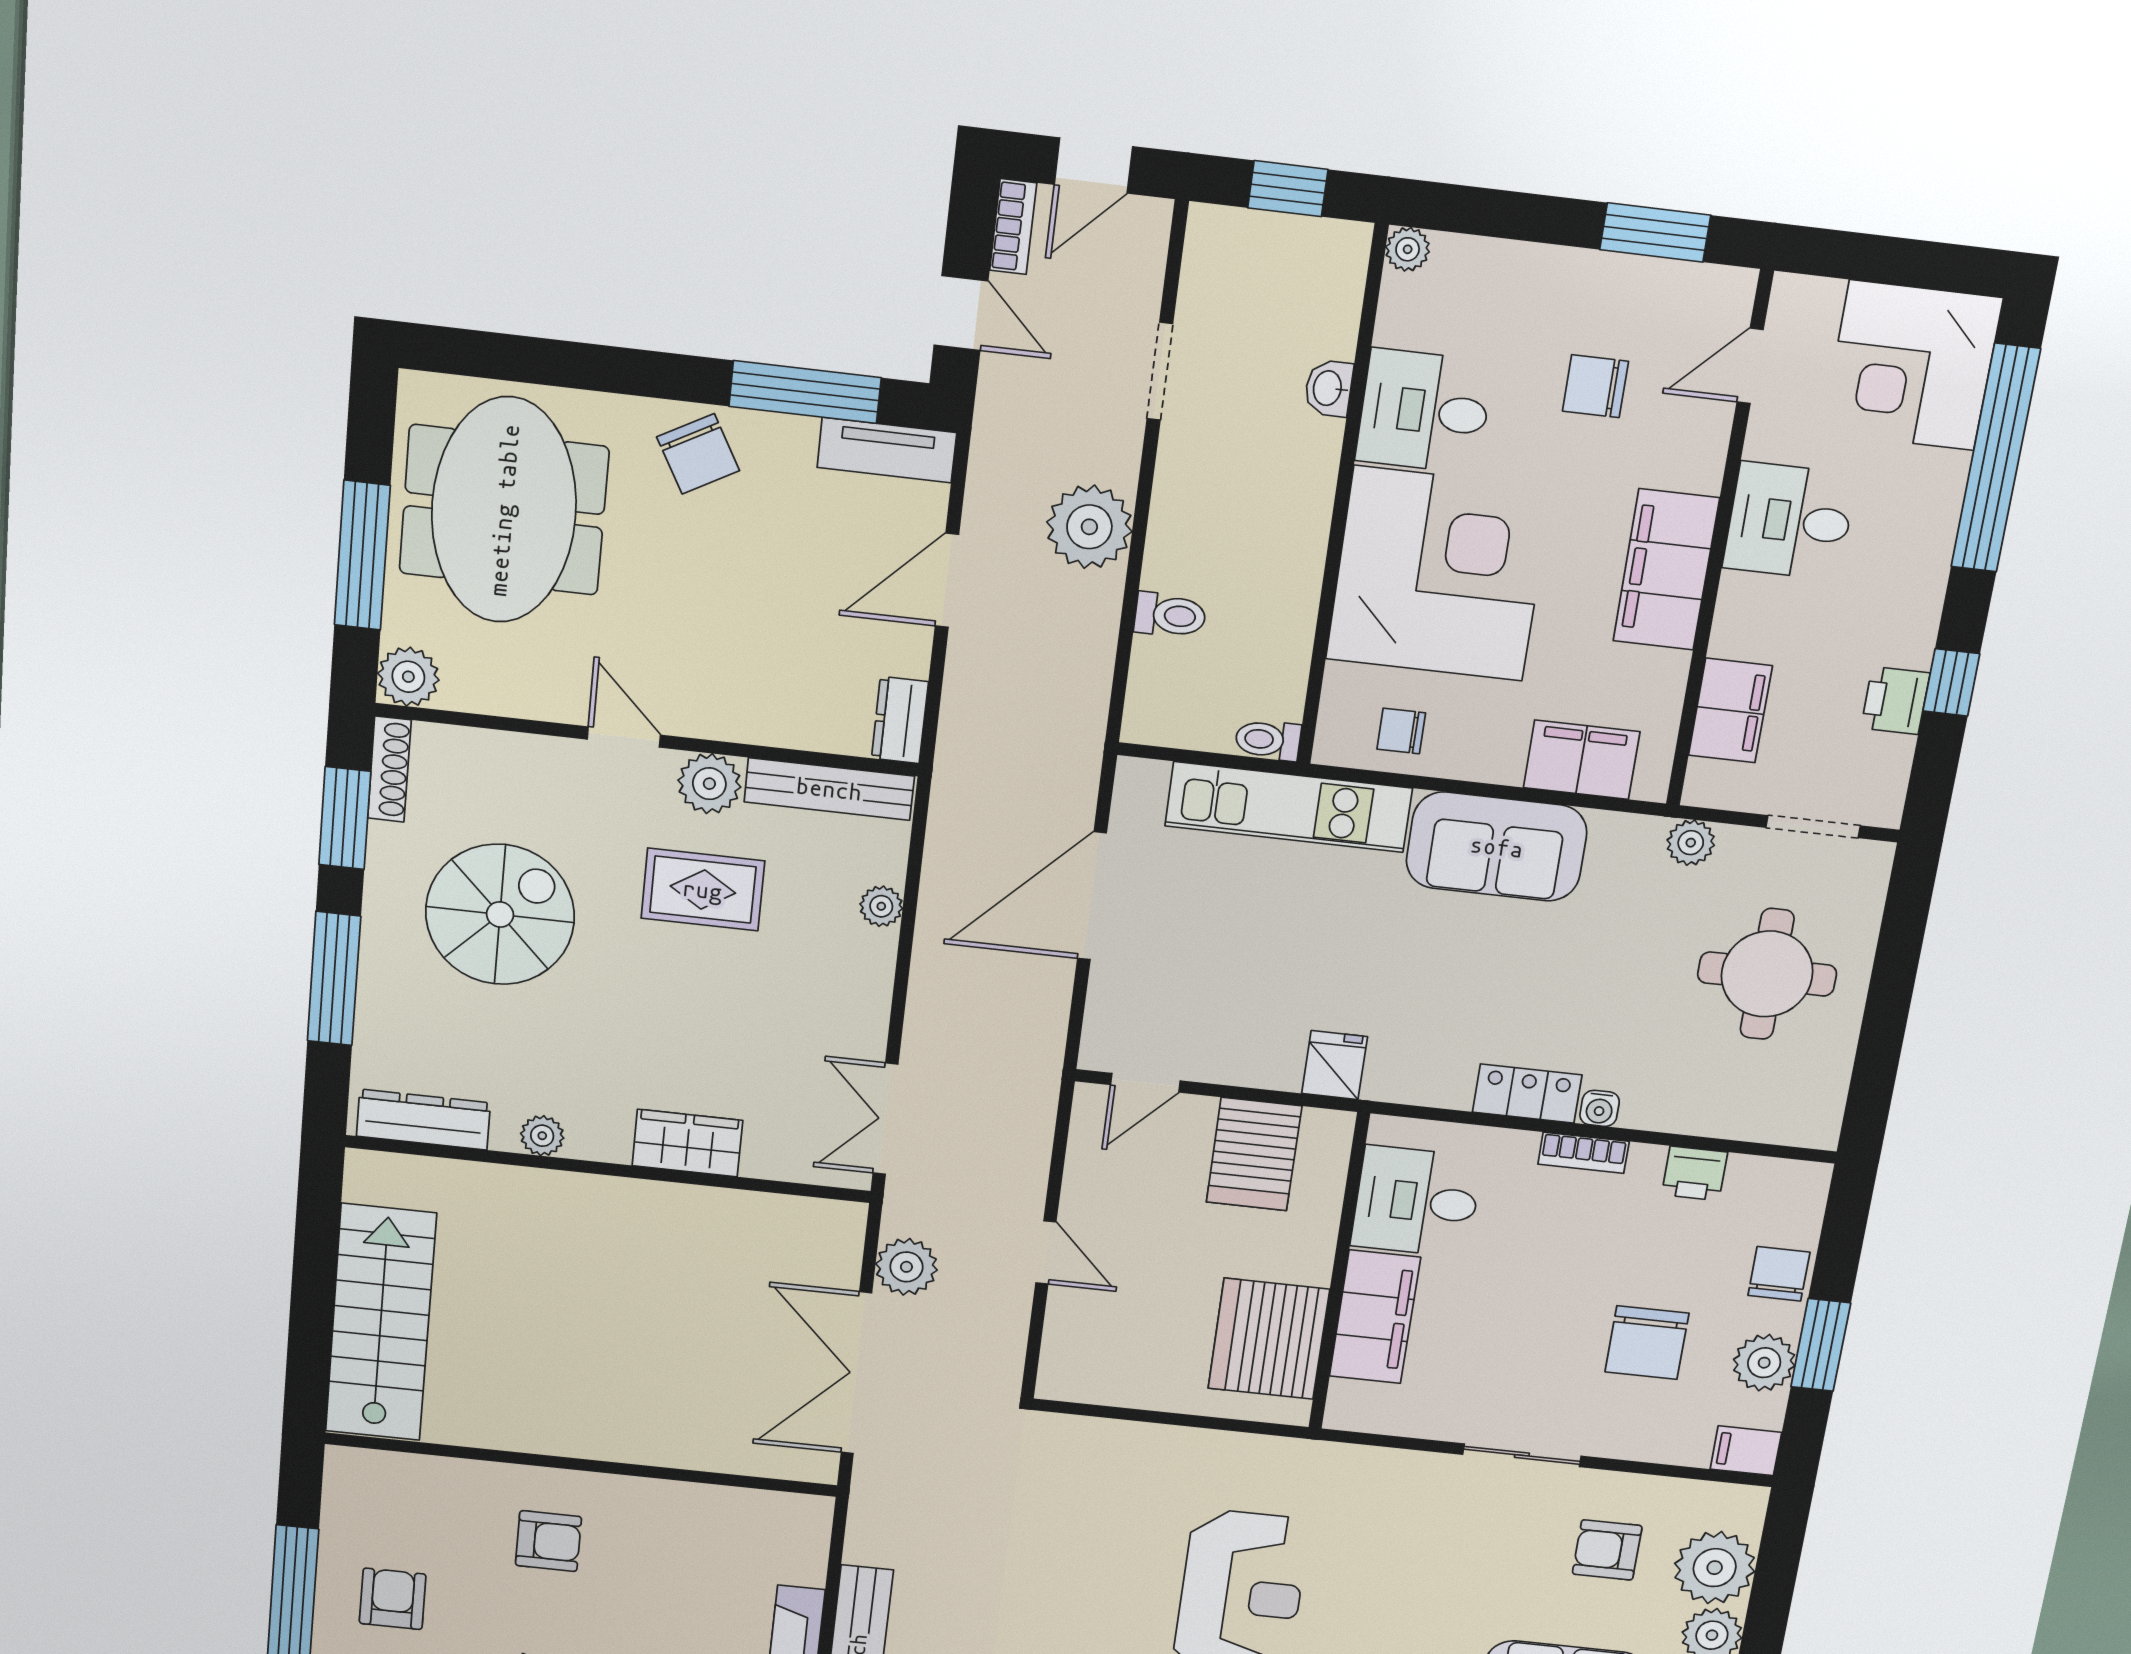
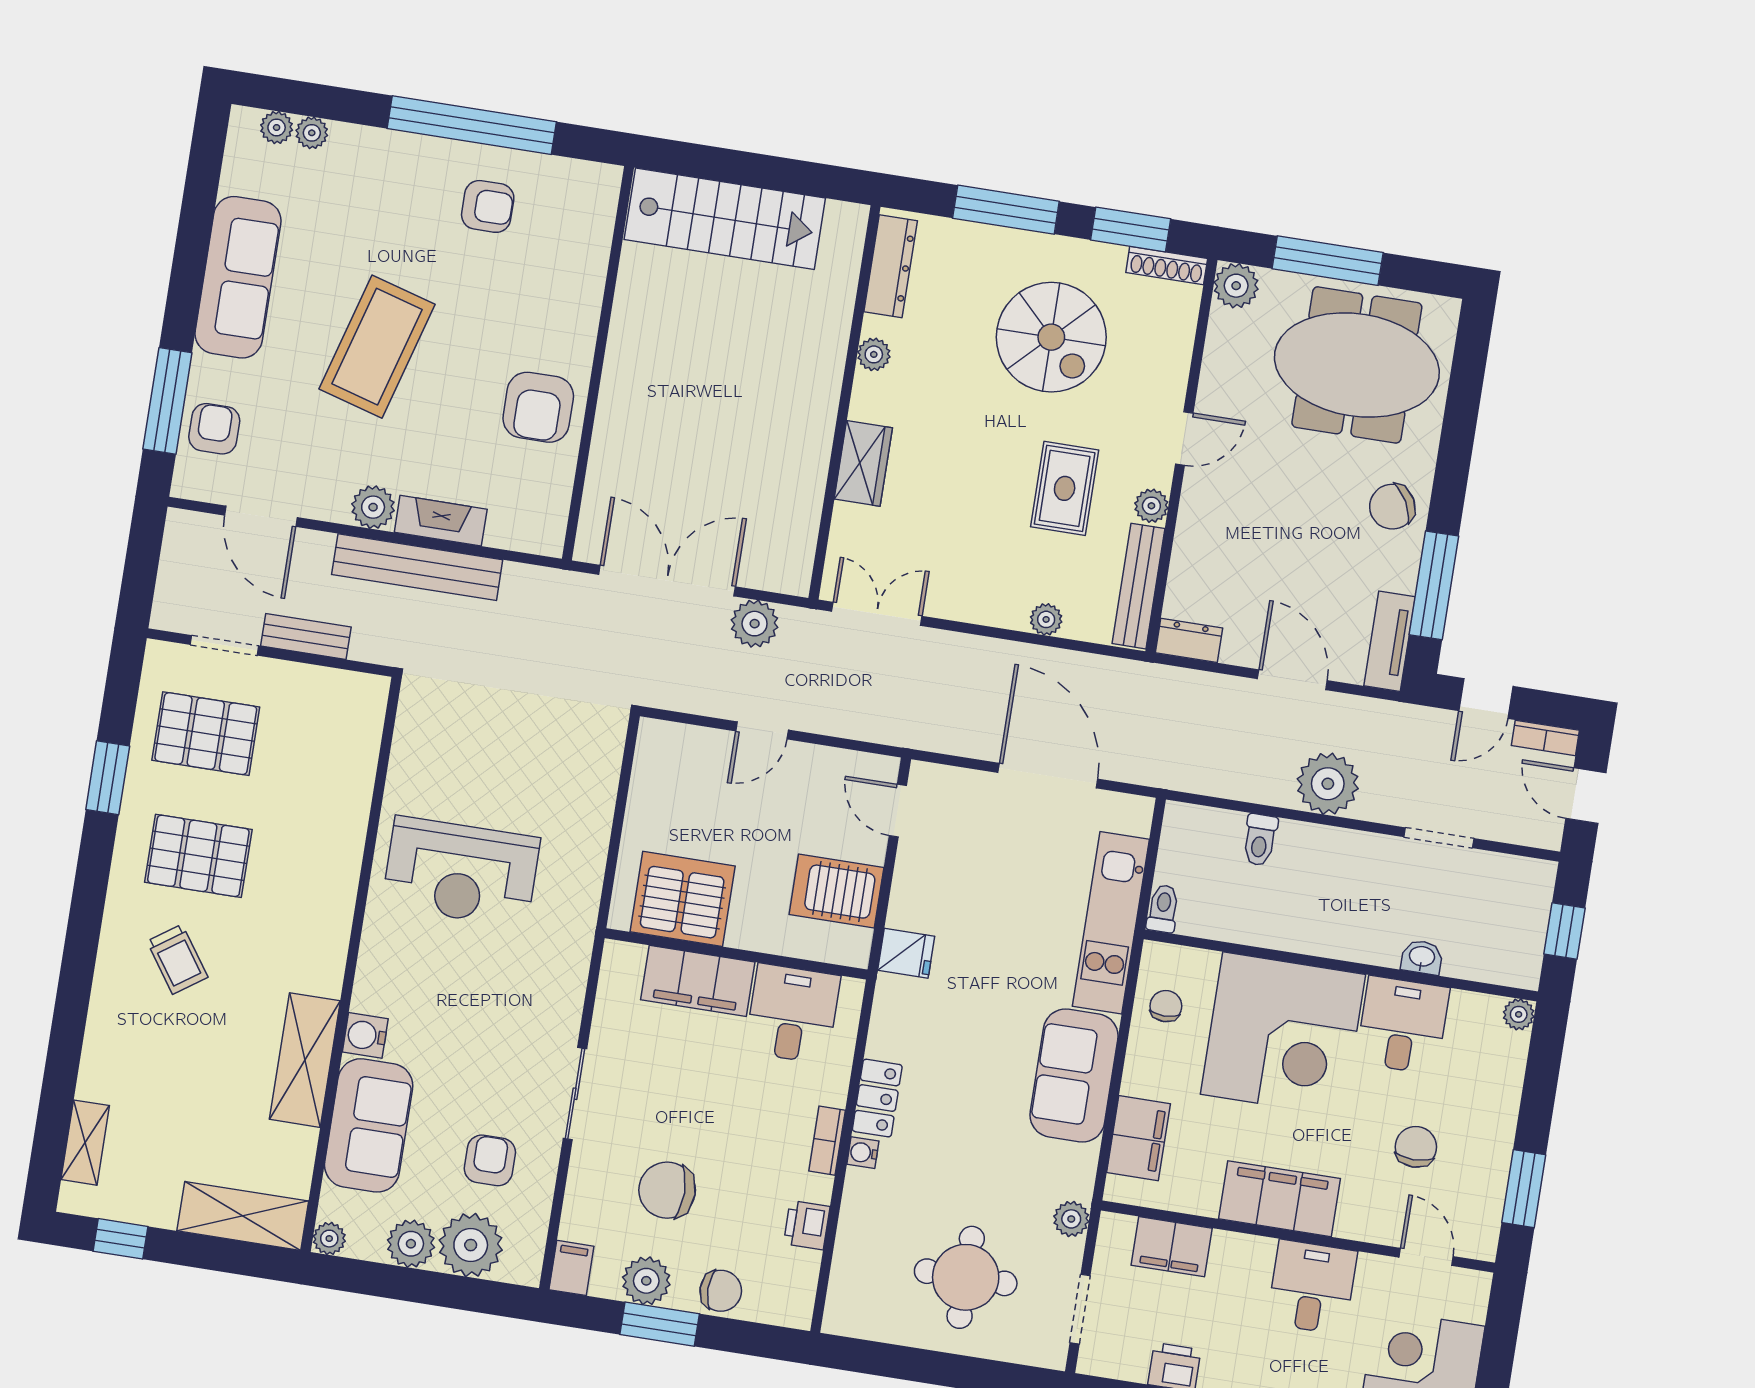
plant: (709, 784) -> (1151, 506), width x0.73, depth x0.73
armchair: (548, 1541) -> (538, 407), moved, width x1.38, depth x1.38

